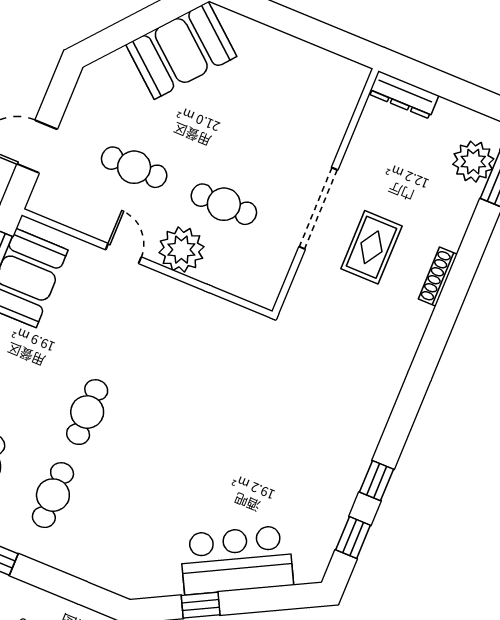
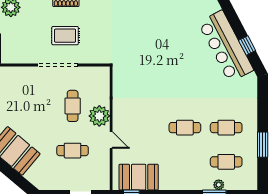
cafe table: (134, 167) -> (73, 151), turned 90
door: (123, 253) -> (111, 140), swing flipped
bar counter: (236, 560) -> (226, 46), width x1.36

